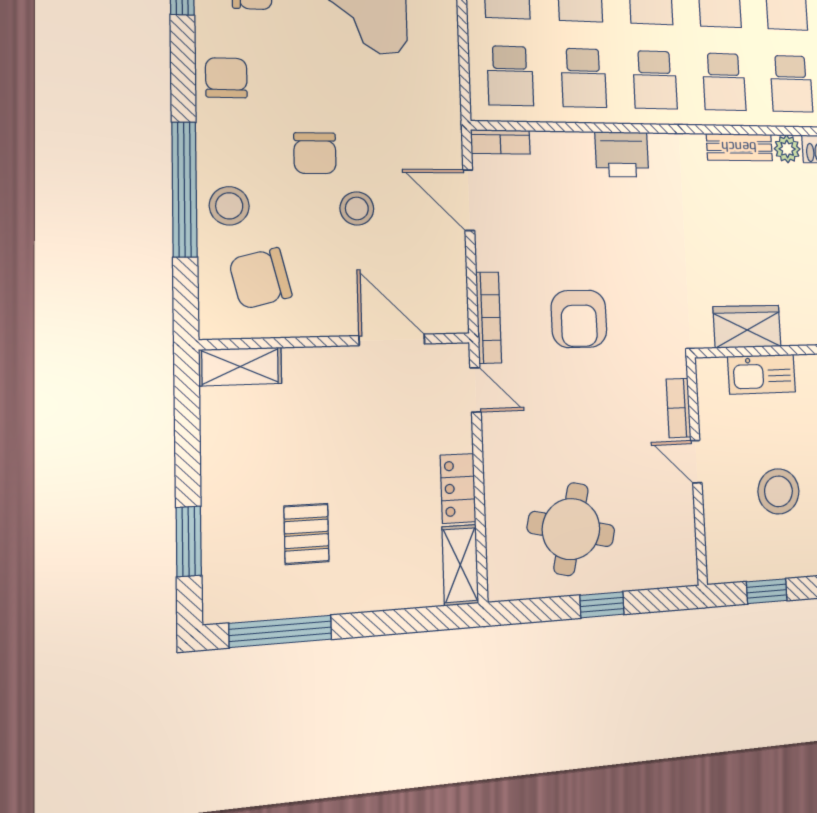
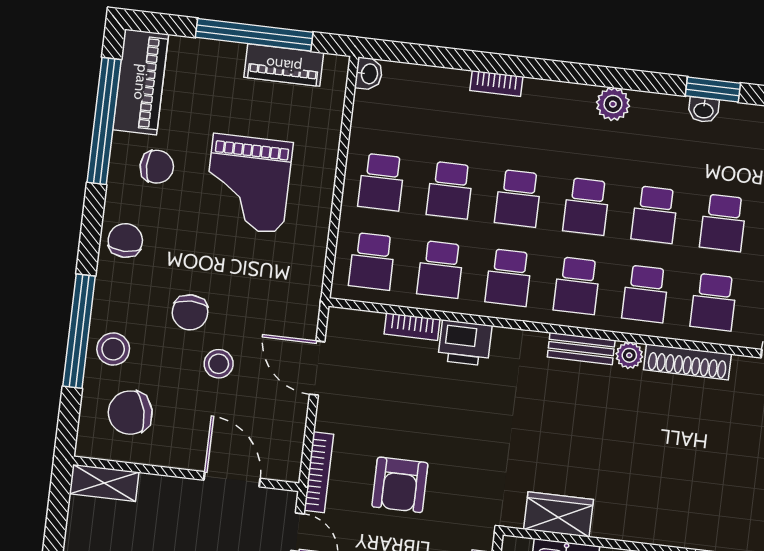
bookcase: (501, 142) -> (412, 327), moved

